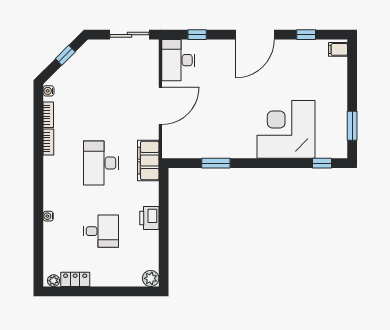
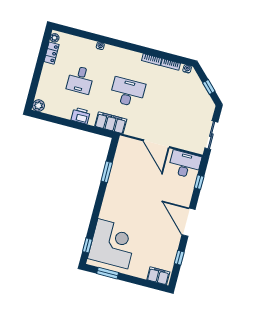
filing cabinet: (338, 49) -> (158, 276), width x2.00
corner desk: (286, 129) -> (113, 244), moved
filing cabinet: (148, 161) -> (111, 123), moved

